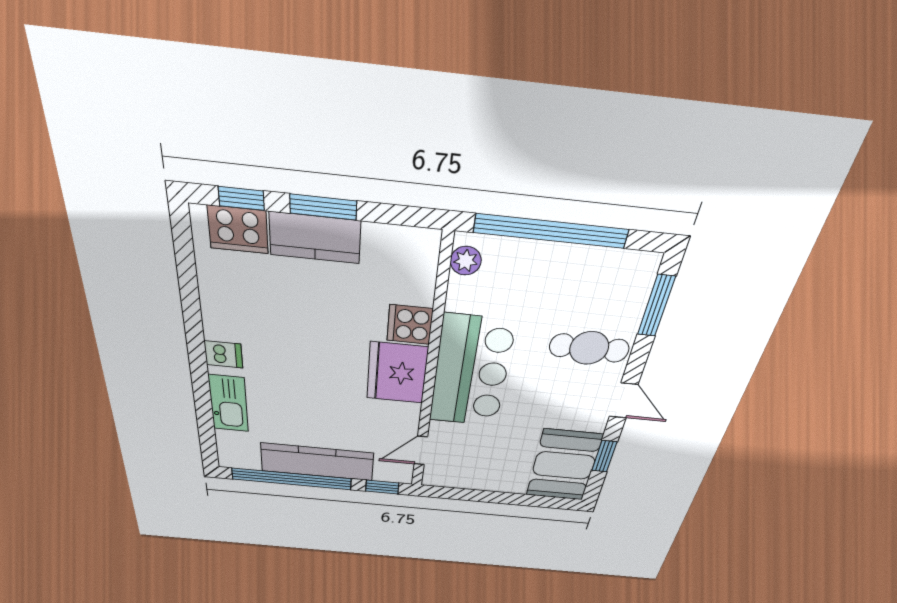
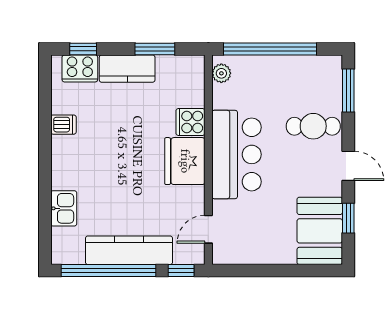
window: (323, 207) -> (155, 49), moved
dishwasher: (223, 354) -> (63, 125), moved
kitchen sink: (229, 404) -> (64, 208), width x0.73

